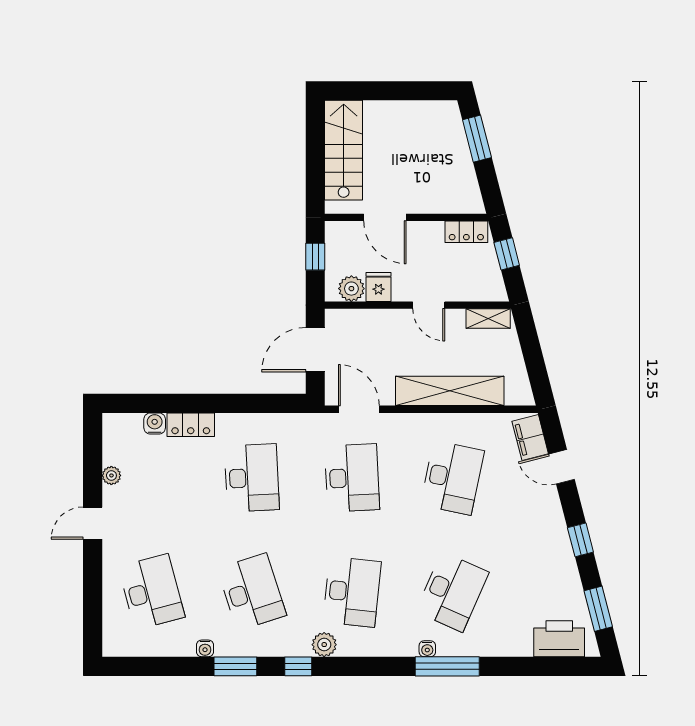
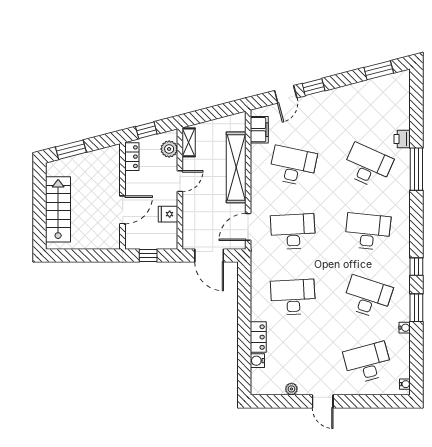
stairs: (344, 150) -> (58, 209), moved, turned 90
plant: (351, 289) -> (169, 149), moved
filing cabinet: (530, 437) -> (259, 130), moved, turned -76
window: (580, 540) -> (314, 87), moved
desk: (252, 592) -> (368, 297), turned 36
printer: (559, 639) -> (402, 139), moved, width x0.53, depth x0.68
plant: (324, 645) -> (402, 250), removed
water cooler: (427, 649) -> (405, 384), moved

